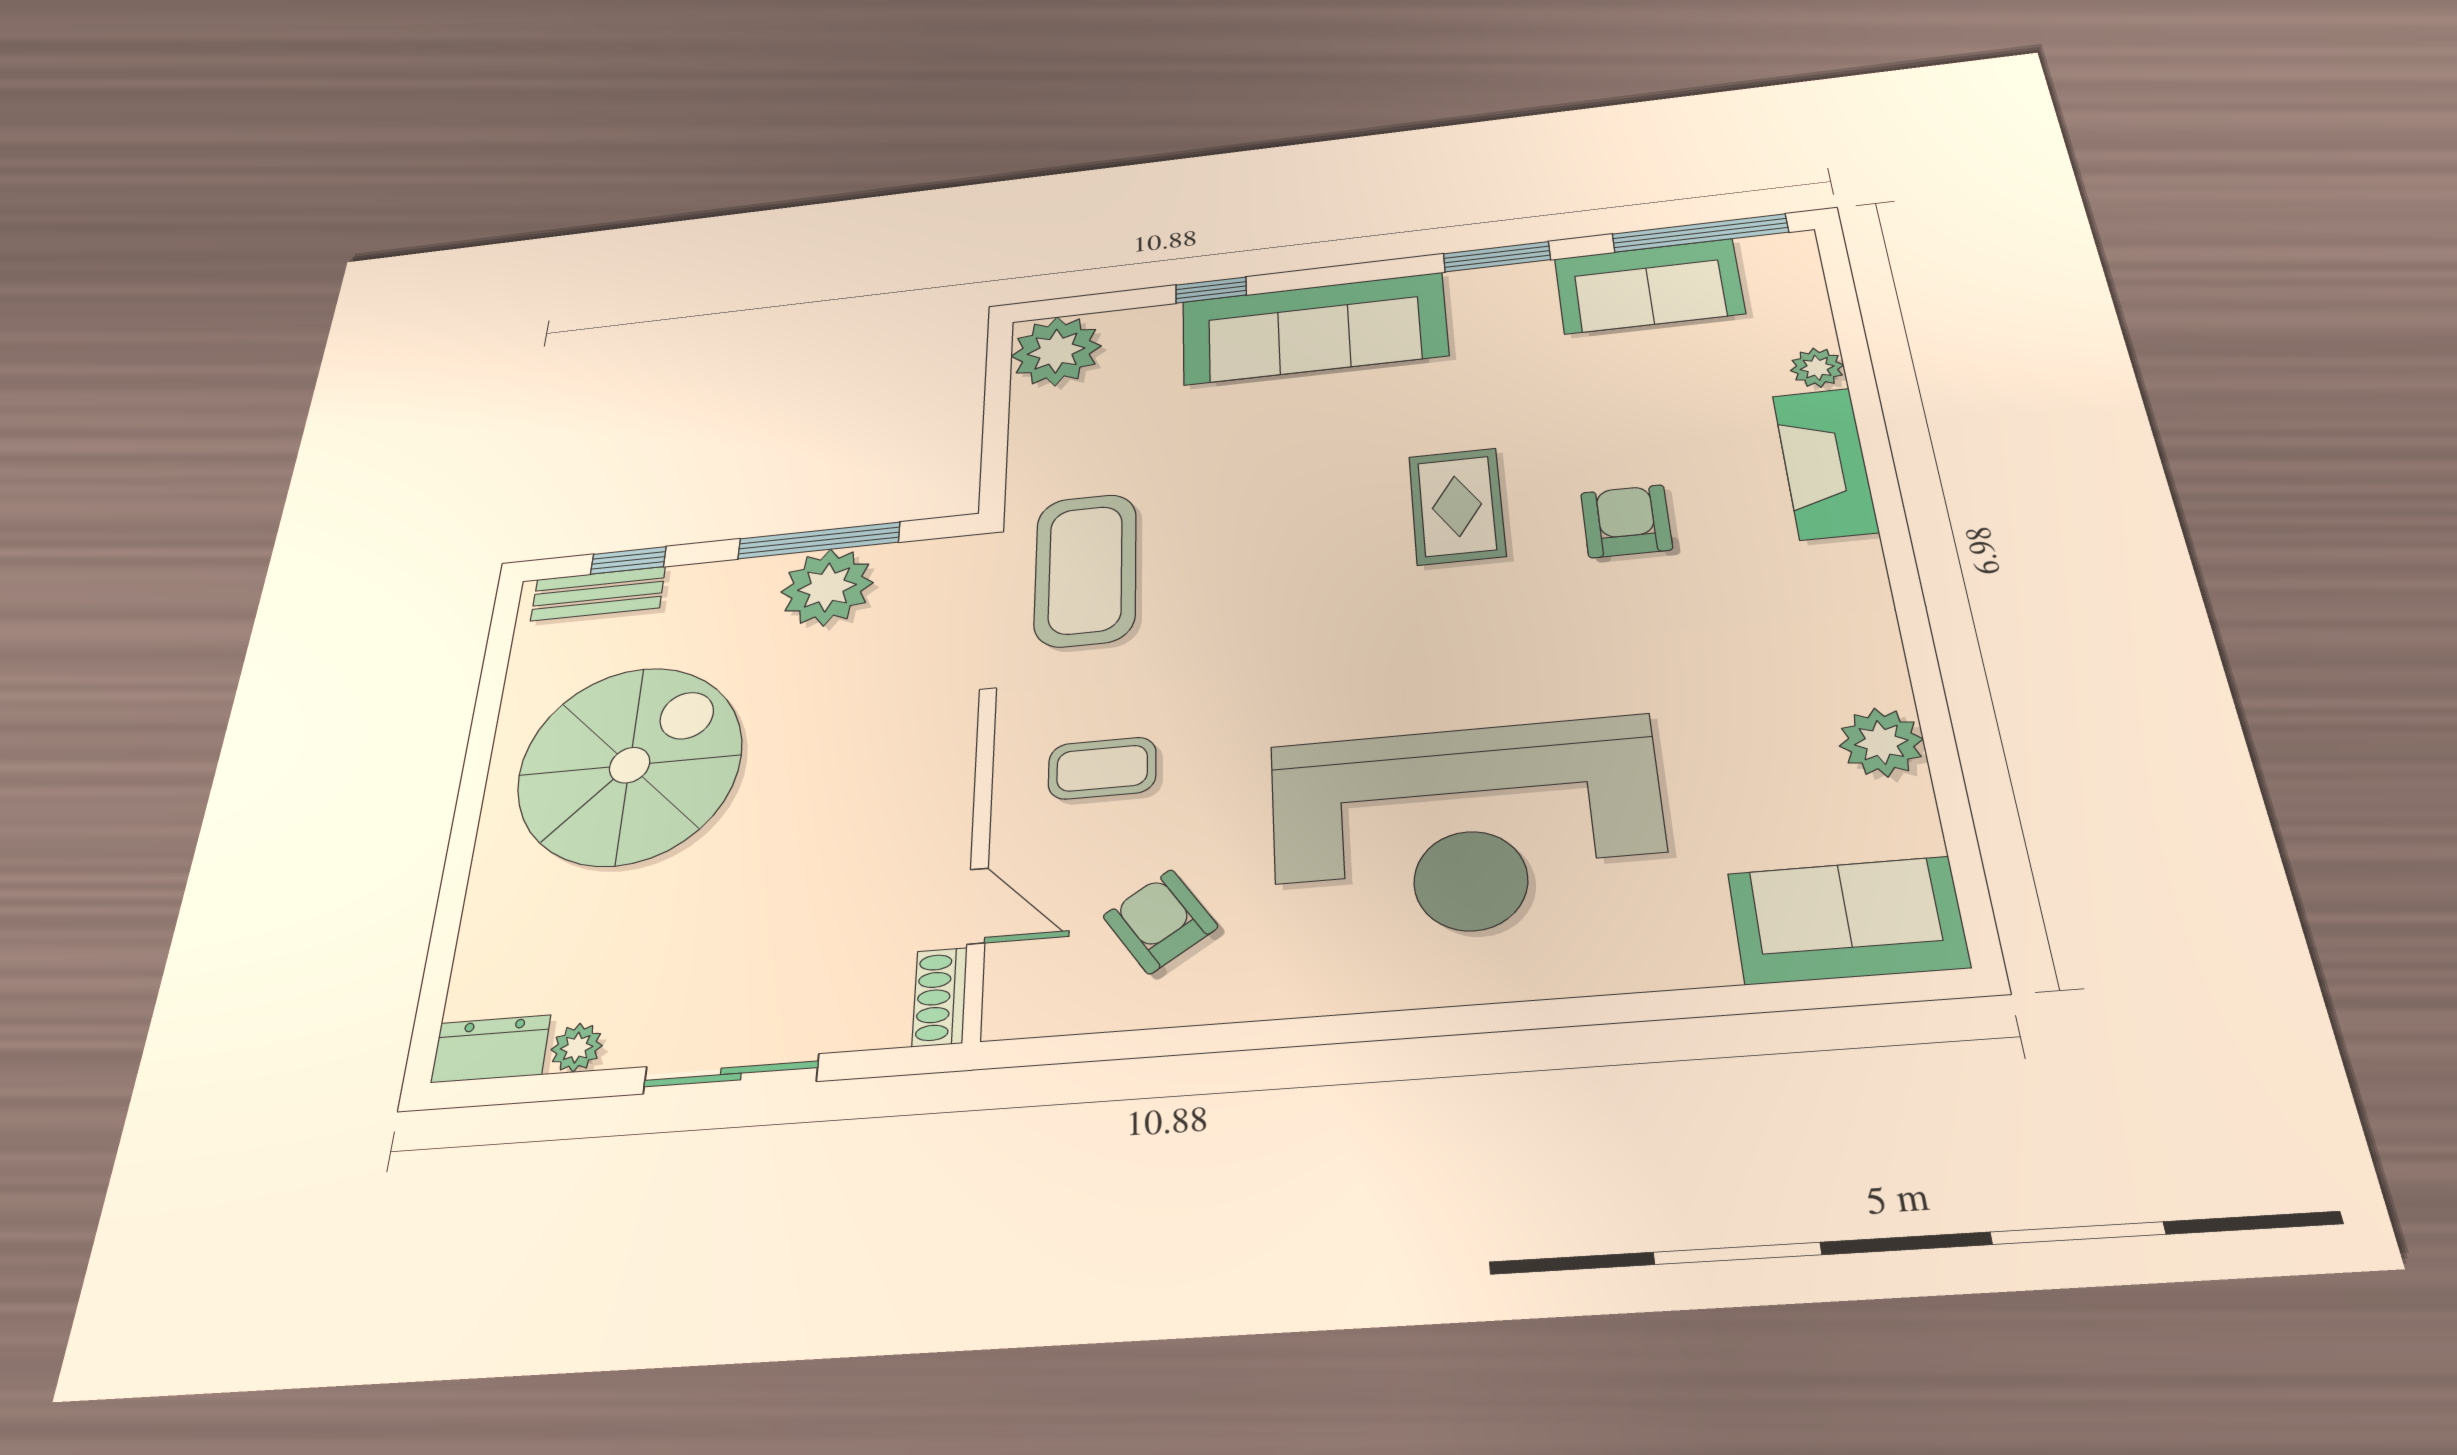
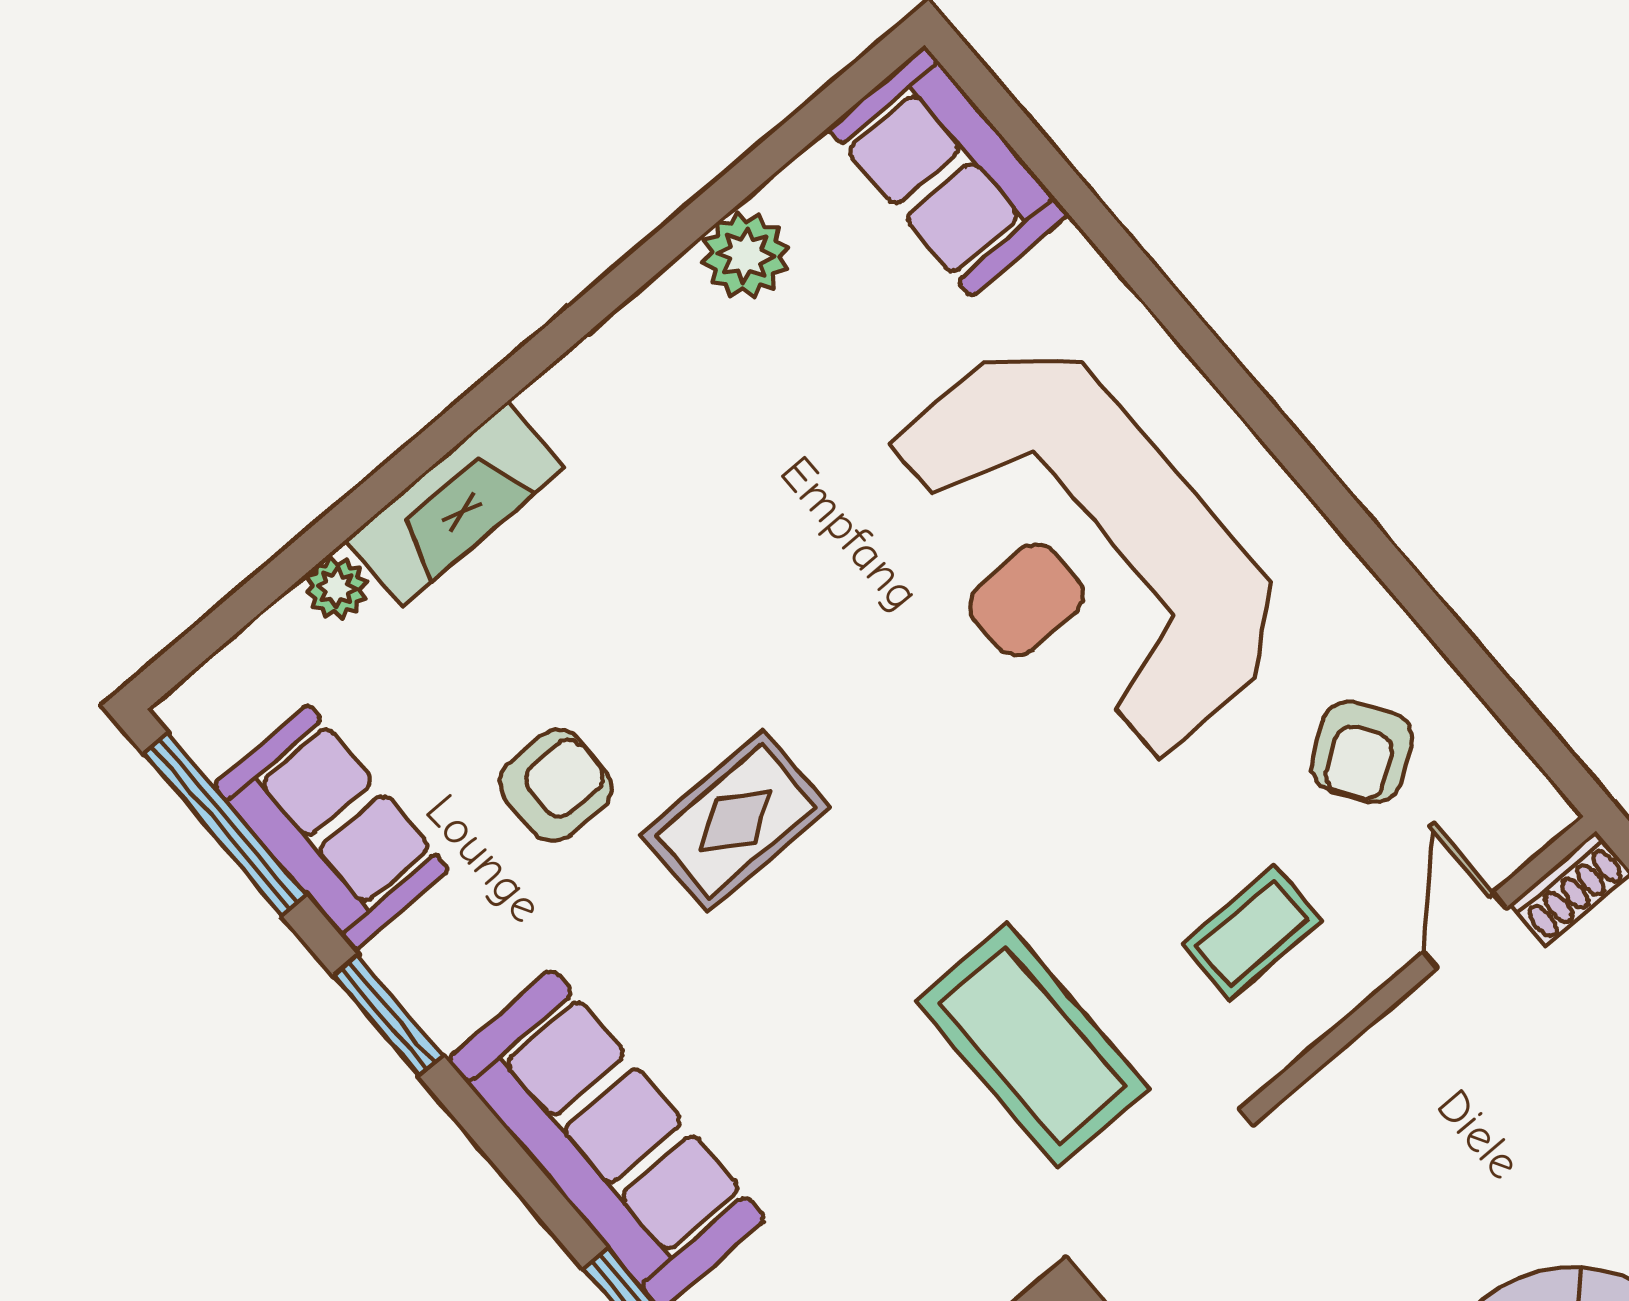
armchair: (1626, 521) -> (555, 785), moved, turned 180
coffee table: (1085, 570) -> (1032, 1045), moved, turned 90
coffee table: (1102, 768) -> (1252, 933), turned 90
reception desk: (1466, 828) -> (1081, 553), turned 180

